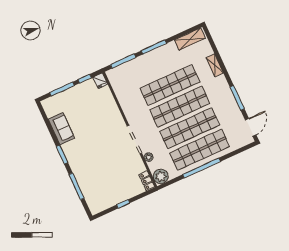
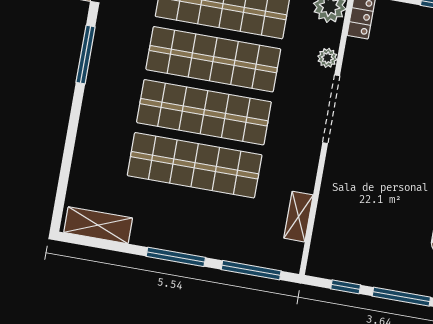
shelving: (215, 65) -> (298, 217), moved
fridge: (100, 81) -> (319, 263), removed

